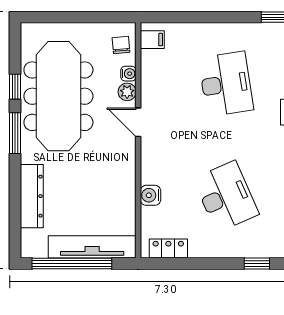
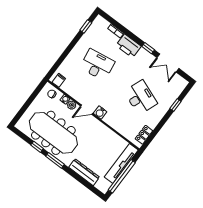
water cooler: (150, 195) -> (100, 113), moved
desk: (226, 197) -> (141, 97), turned 45

